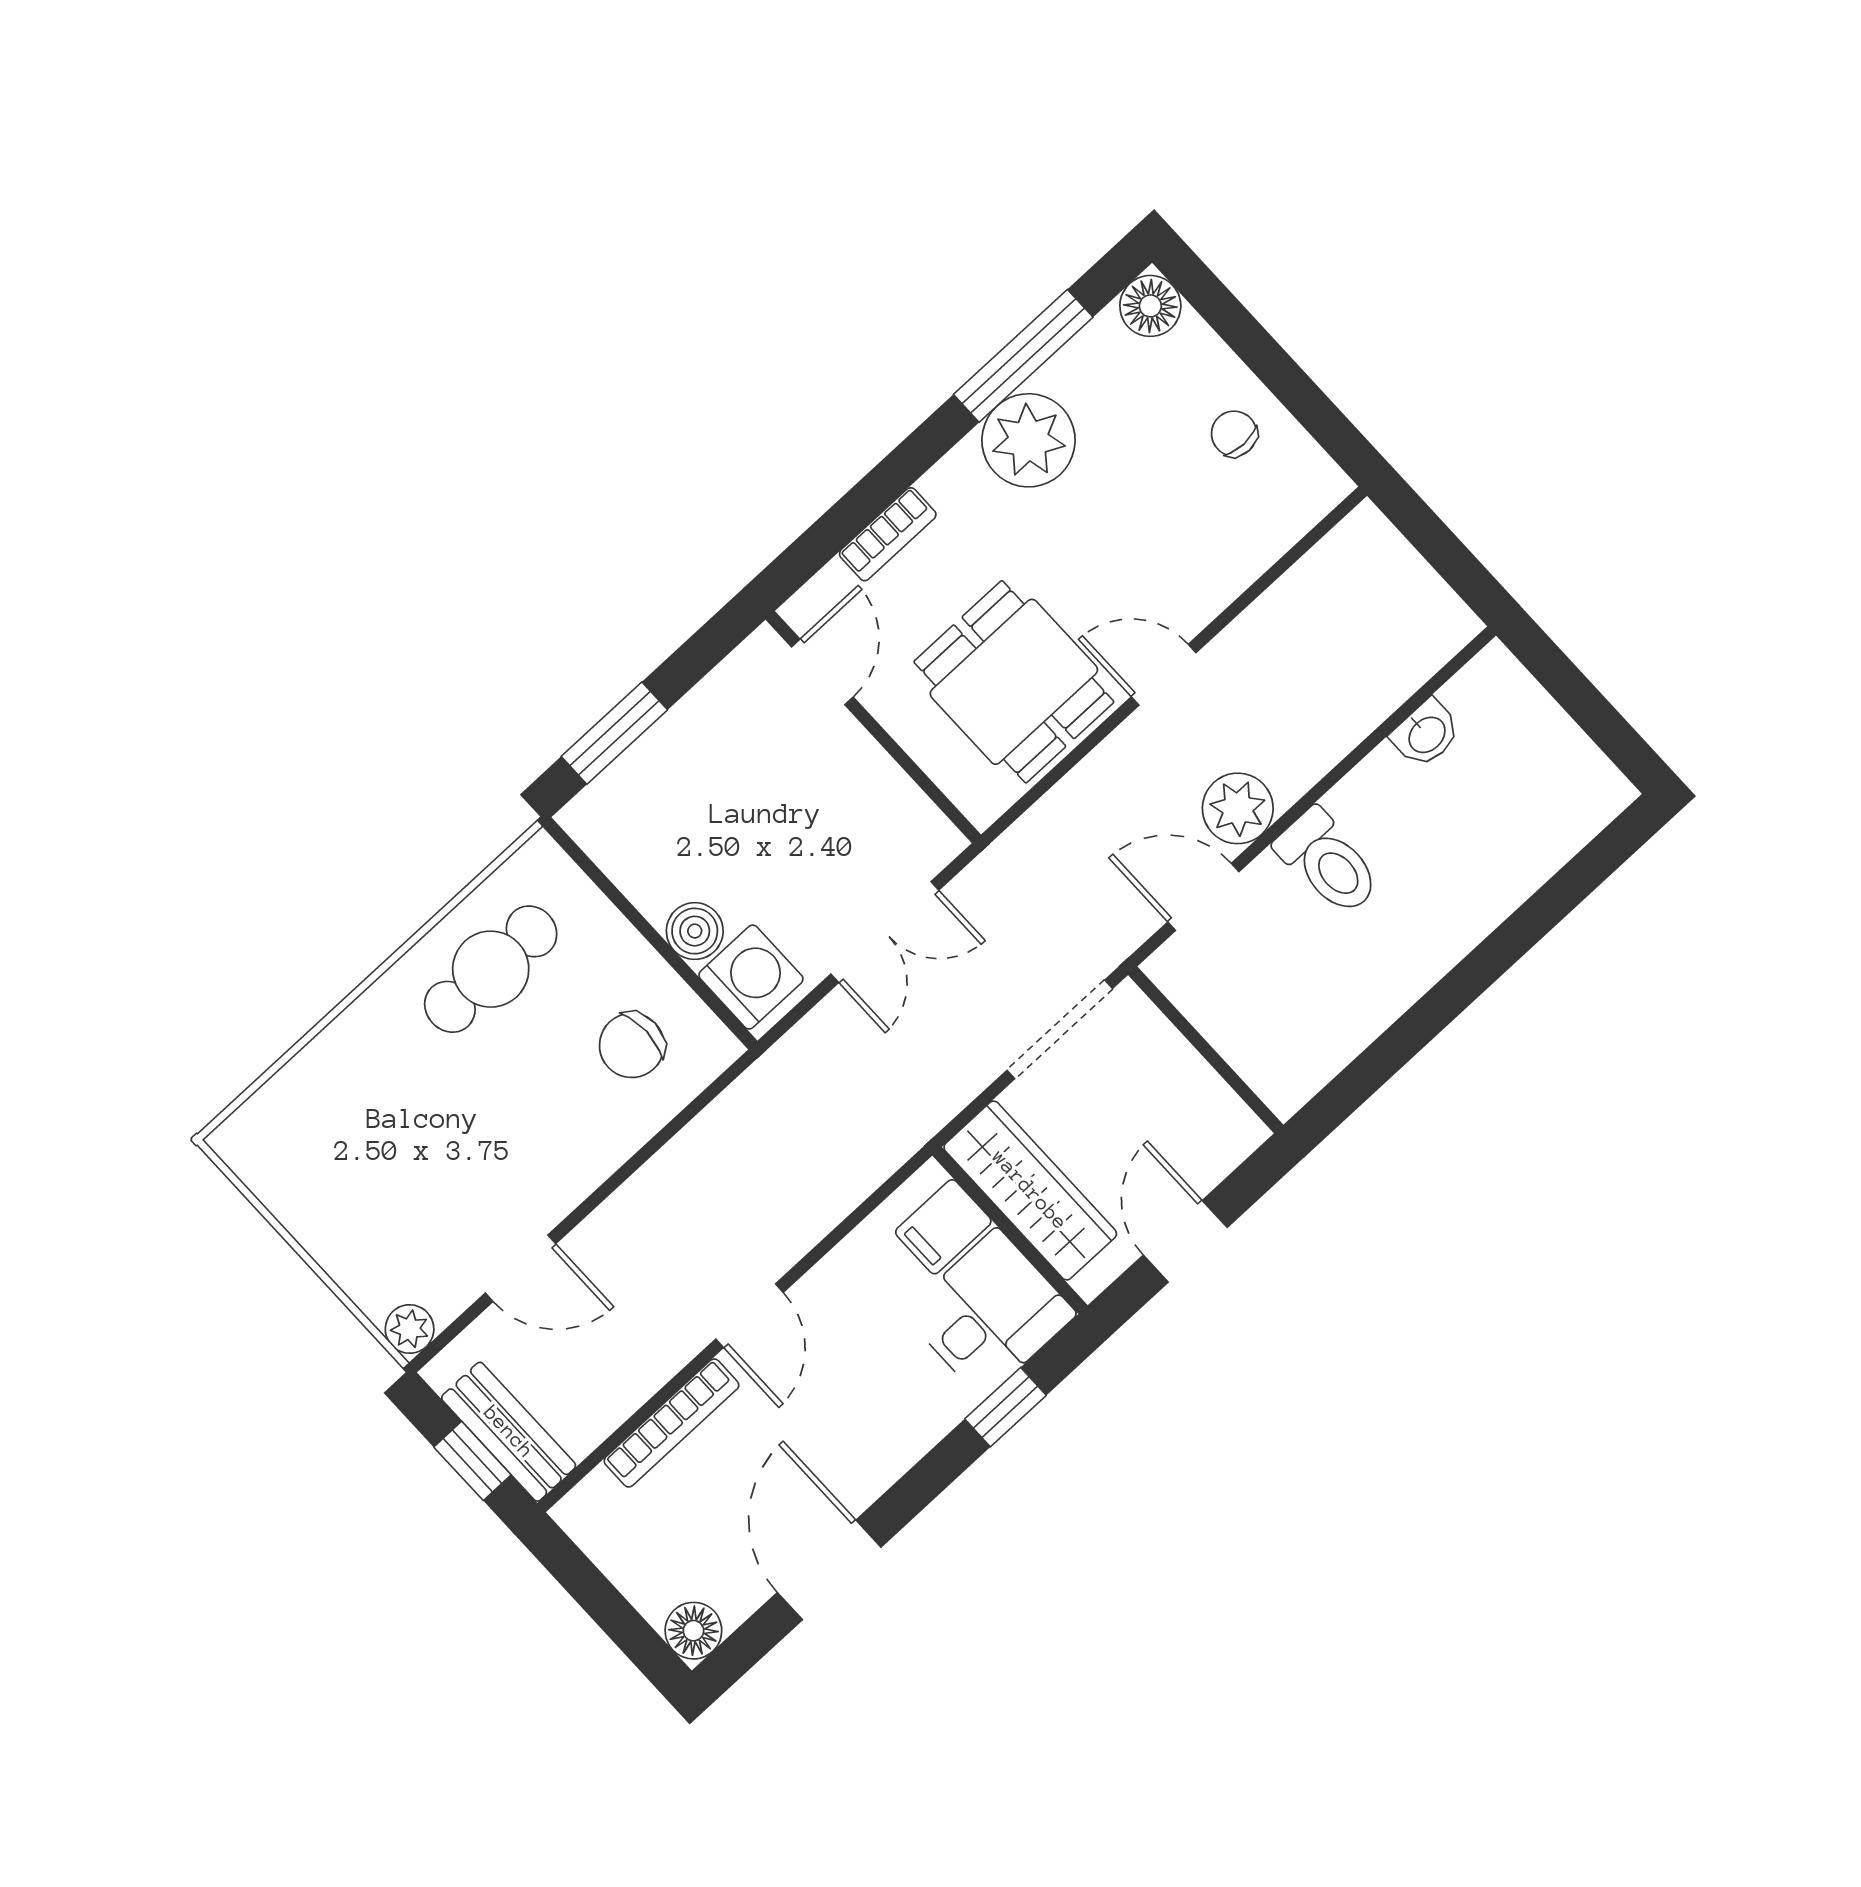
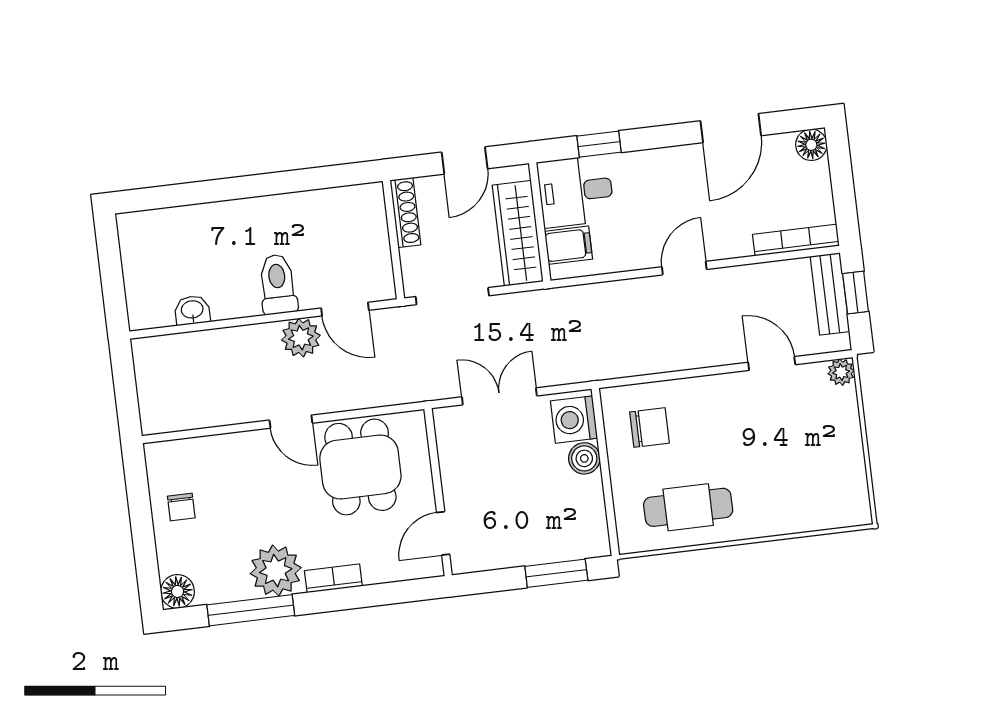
bookcase: (888, 534) -> (333, 578), moved
shoe rack: (1217, 1102) -> (405, 212), added
bookcase: (671, 1423) -> (796, 240), moved

